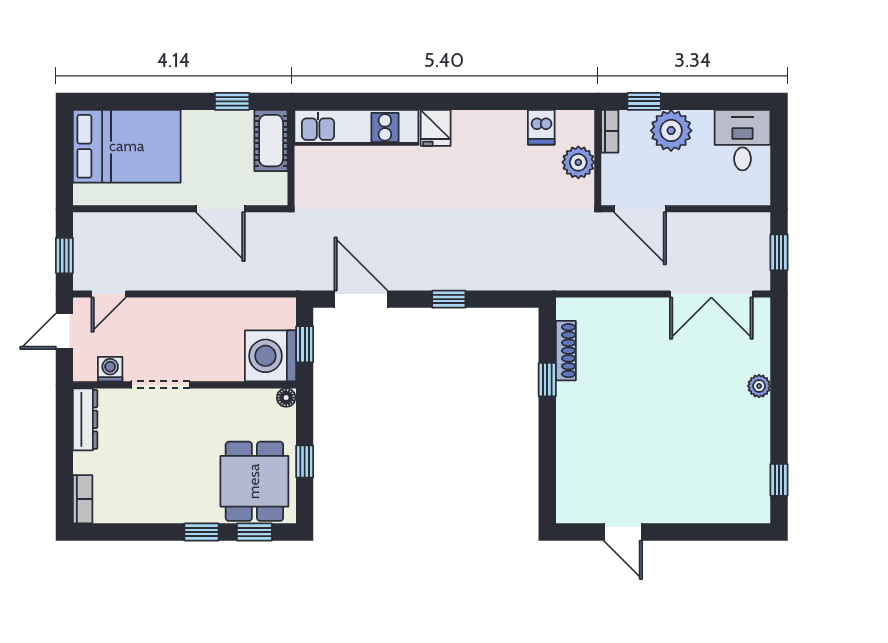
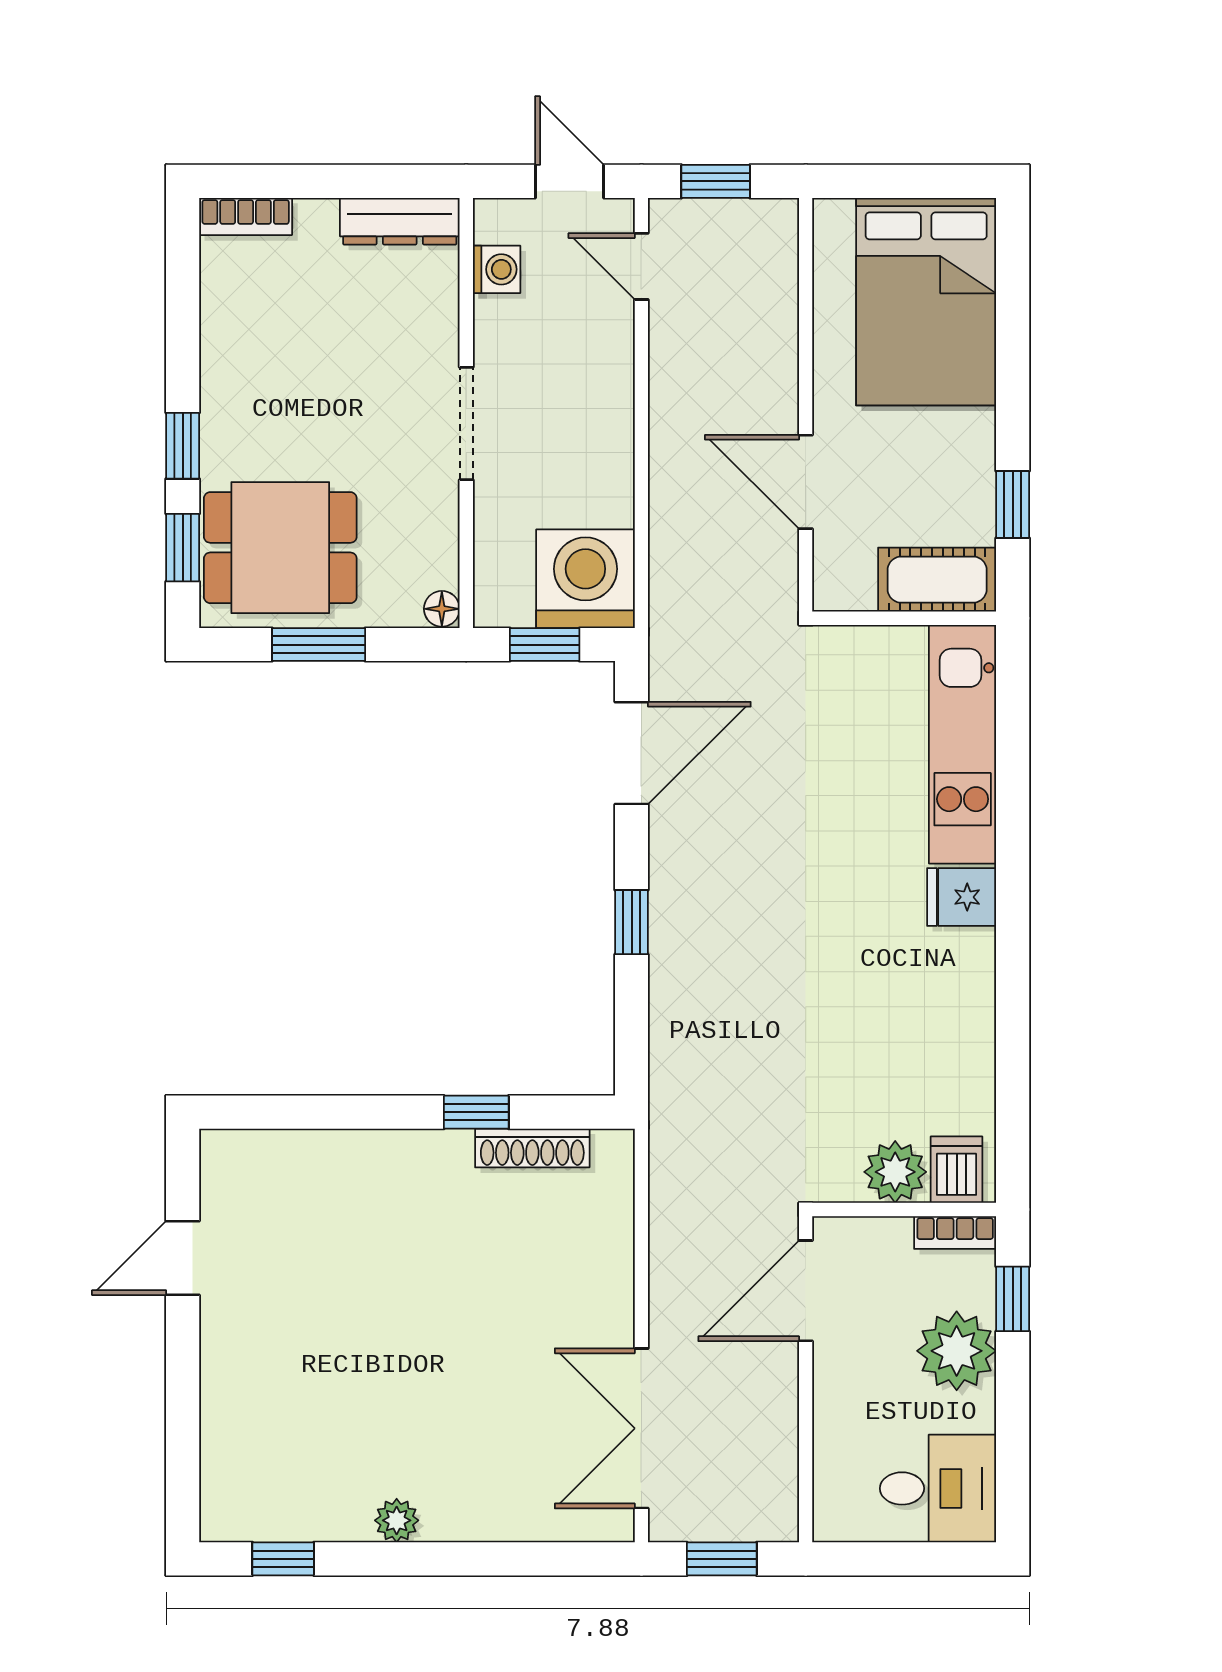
dishwasher: (541, 127) -> (957, 1170), moved, turned 90
door: (220, 209) -> (806, 482), hinge flipped
washing machine: (271, 356) -> (585, 579), moved
doorway: (161, 385) -> (466, 424), moved
plant: (759, 386) -> (397, 1520), moved
window: (305, 461) -> (319, 645), width x1.50

